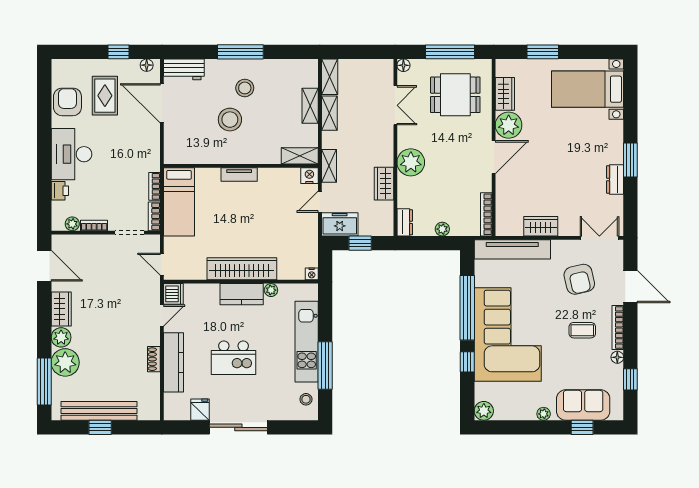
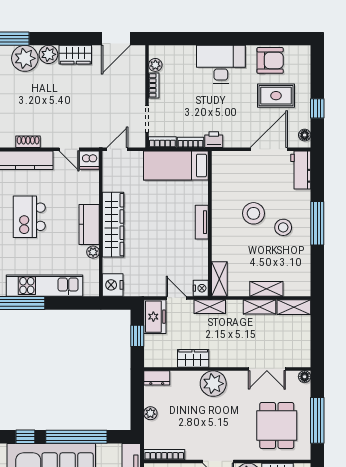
printer: (60, 191) -> (214, 140), moved, turned 180
nightstand: (312, 274) -> (113, 285), width x1.89, depth x1.79

